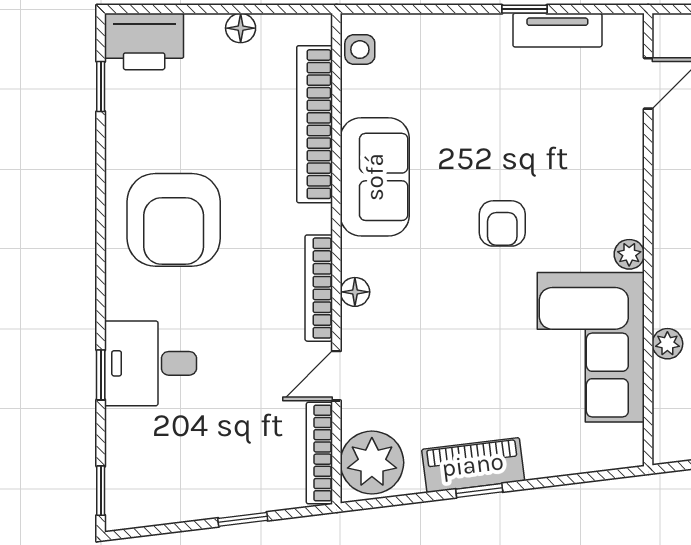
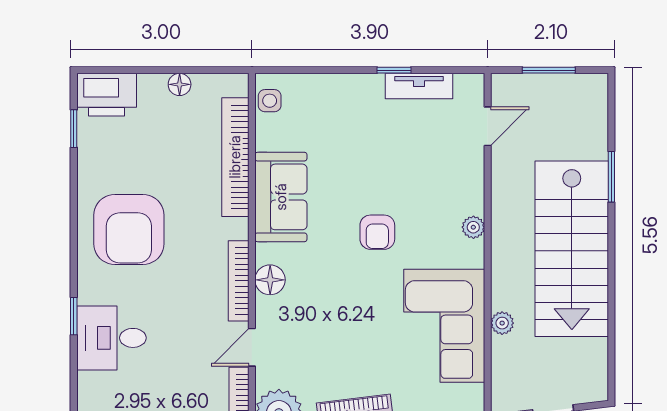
plant: (629, 254) -> (473, 227), moved
floor lamp: (355, 292) -> (270, 280), width x1.37, depth x1.37
window: (101, 375) -> (74, 316), moved

